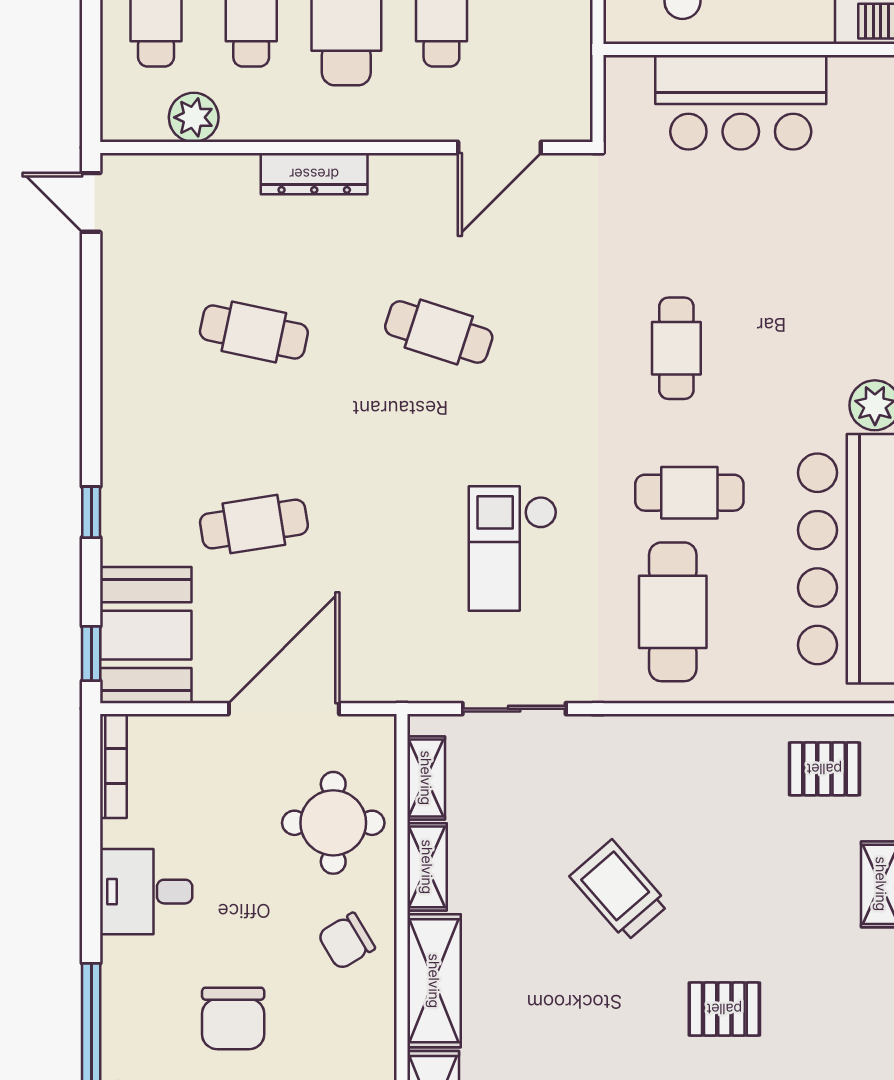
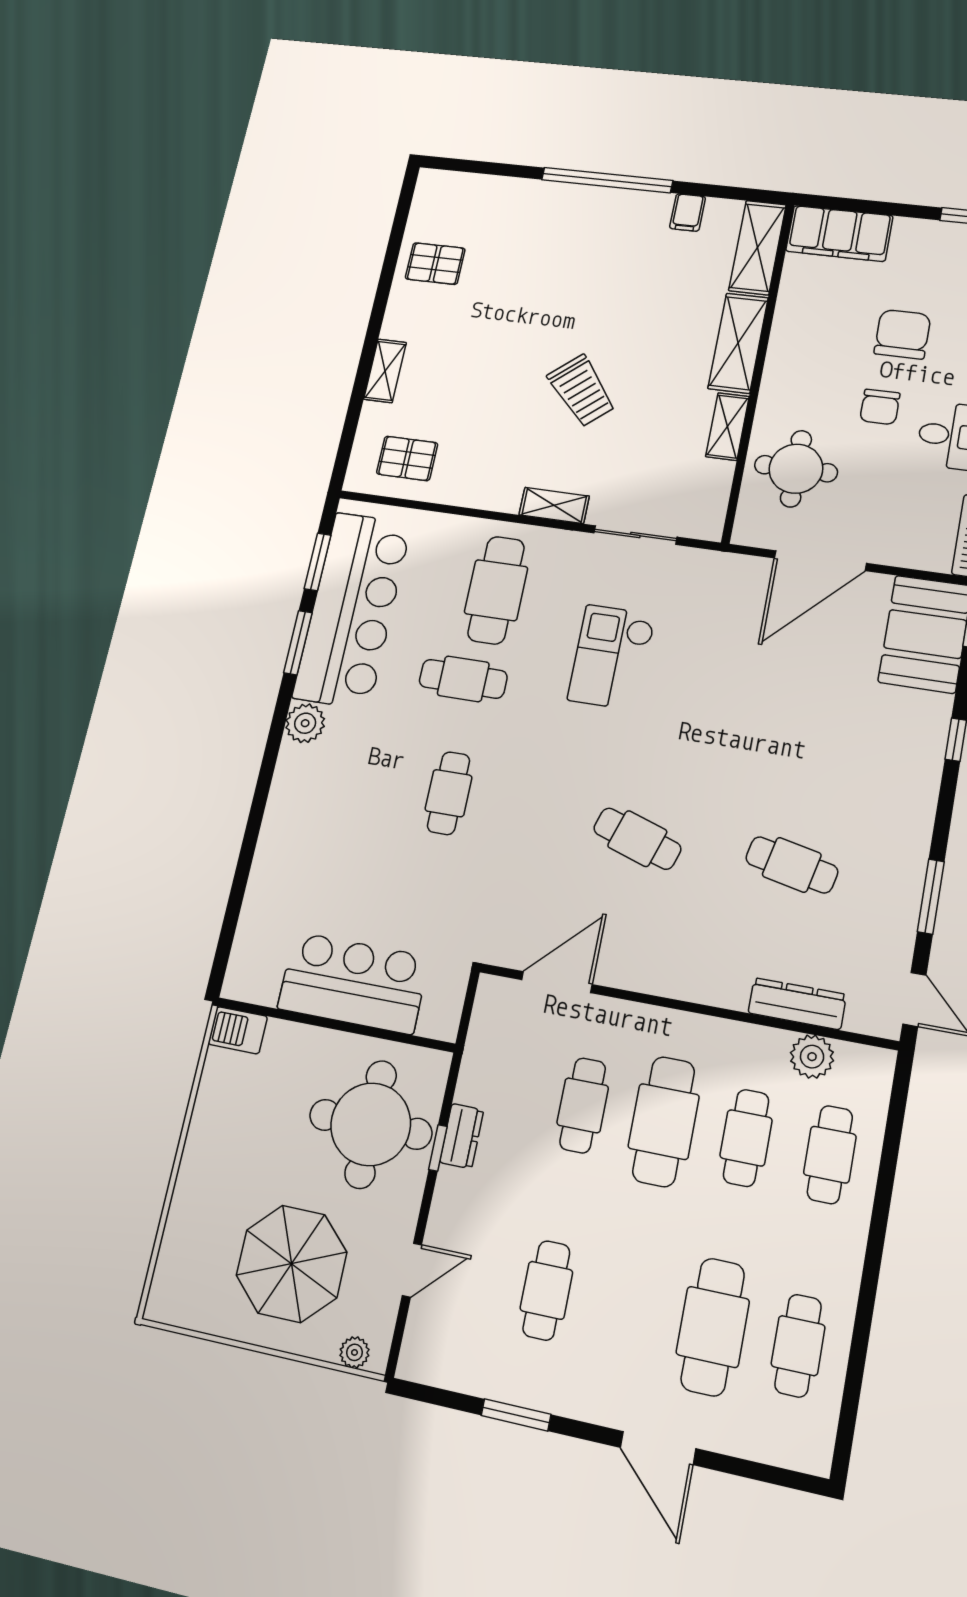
dresser: (314, 174) -> (797, 1004), moved
window: (91, 323) -> (931, 897), added
cafe table: (254, 524) -> (819, 709), removed
checkout: (513, 548) -> (612, 657), turned 180
shelving: (426, 778) -> (554, 505), moved, turned 90
chair: (346, 941) -> (880, 407), moved, turned 121
pallet: (724, 1009) -> (435, 264), moved

